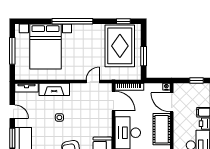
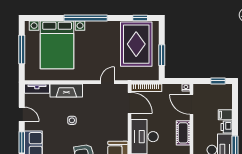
cot: (162, 129) -> (183, 133), width x0.73, depth x0.75

